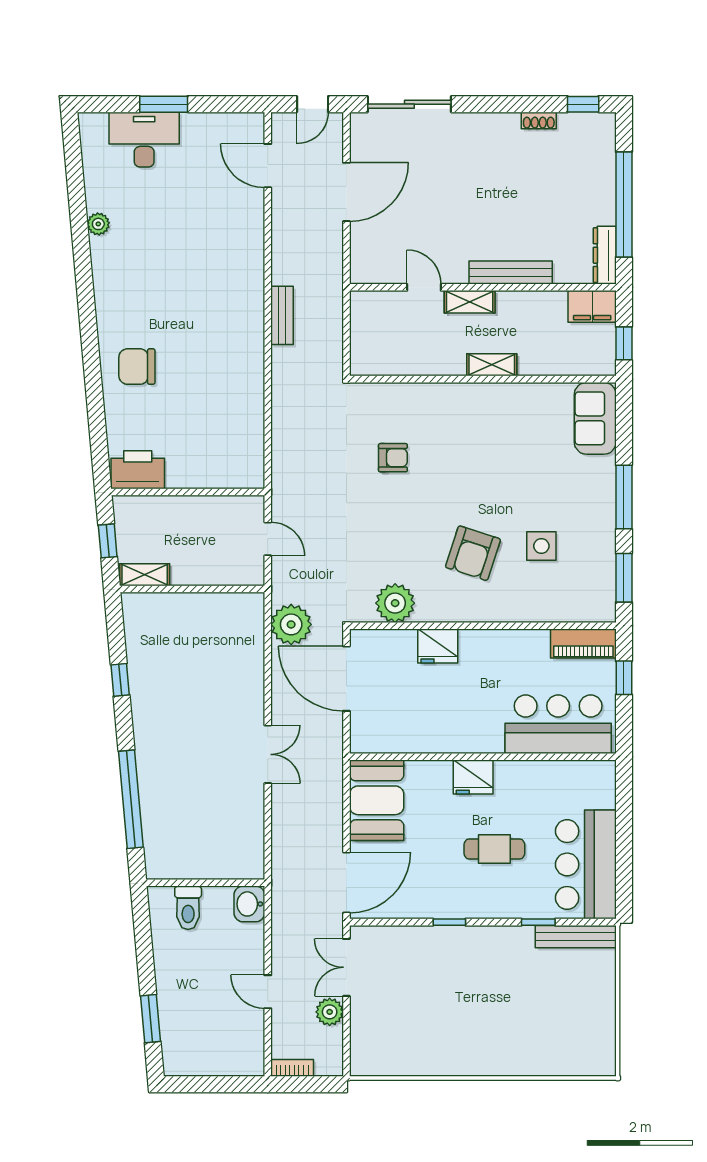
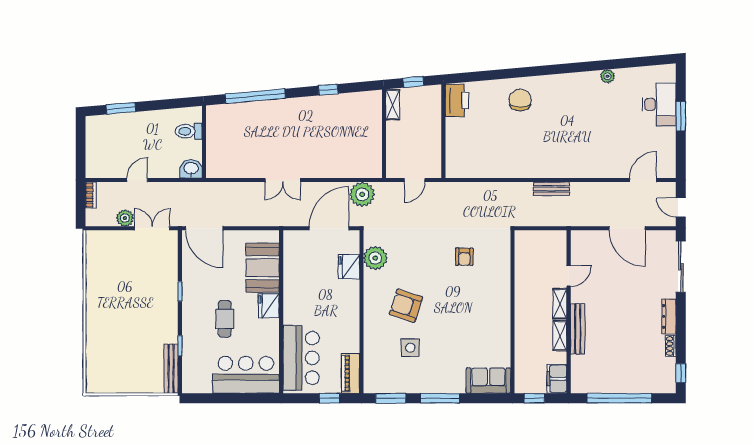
dresser: (605, 255) -> (669, 316), moved, turned -90
shelving: (492, 365) -> (560, 336), moved
fridge: (438, 646) -> (349, 267), moved
booth: (377, 800) -> (263, 268), moved, turned 90
bar counter: (586, 864) -> (246, 375), moved

